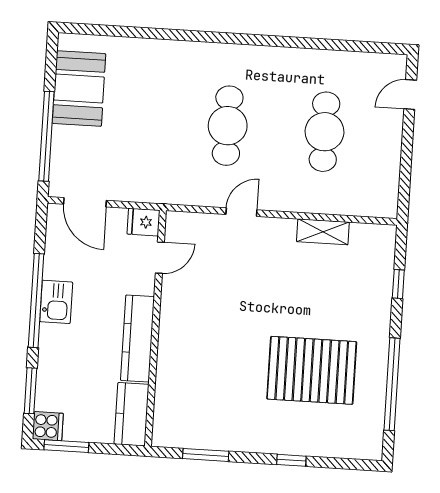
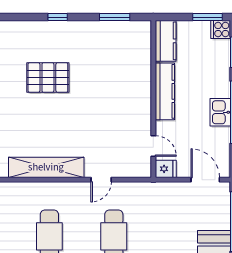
shelving: (323, 232) -> (46, 167), width x2.20, depth x1.33
door: (160, 258) -> (153, 146), swing flipped
pallet: (312, 370) -> (48, 78), width x0.73, depth x0.71

